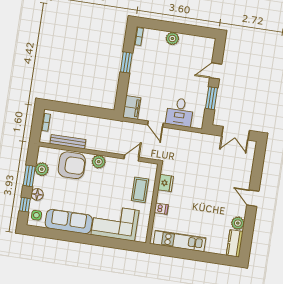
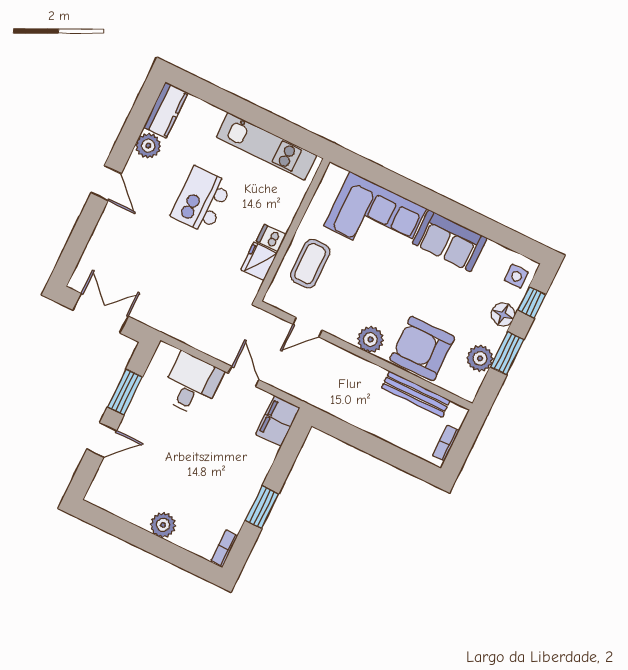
kitchen island: (203, 205) -> (201, 200), added
dishwasher: (161, 209) -> (271, 238), moved
sofa: (69, 222) -> (450, 241), width x0.73

